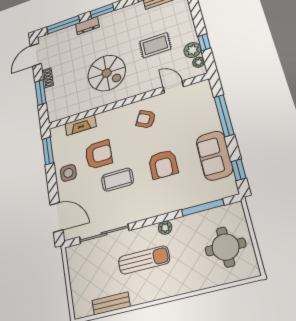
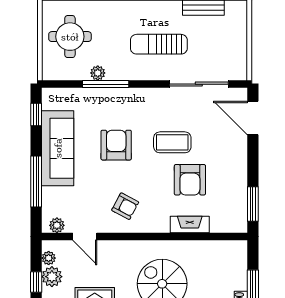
plant: (198, 88) -> (57, 225), added
fireplace: (81, 125) -> (190, 225), moved
armchair: (98, 155) -> (190, 180), turned -90
sofa: (214, 156) -> (58, 148), width x1.36
side table: (68, 173) -> (231, 168), removed
window: (203, 207) -> (106, 84), moved
plant: (165, 228) -> (98, 73), moved

